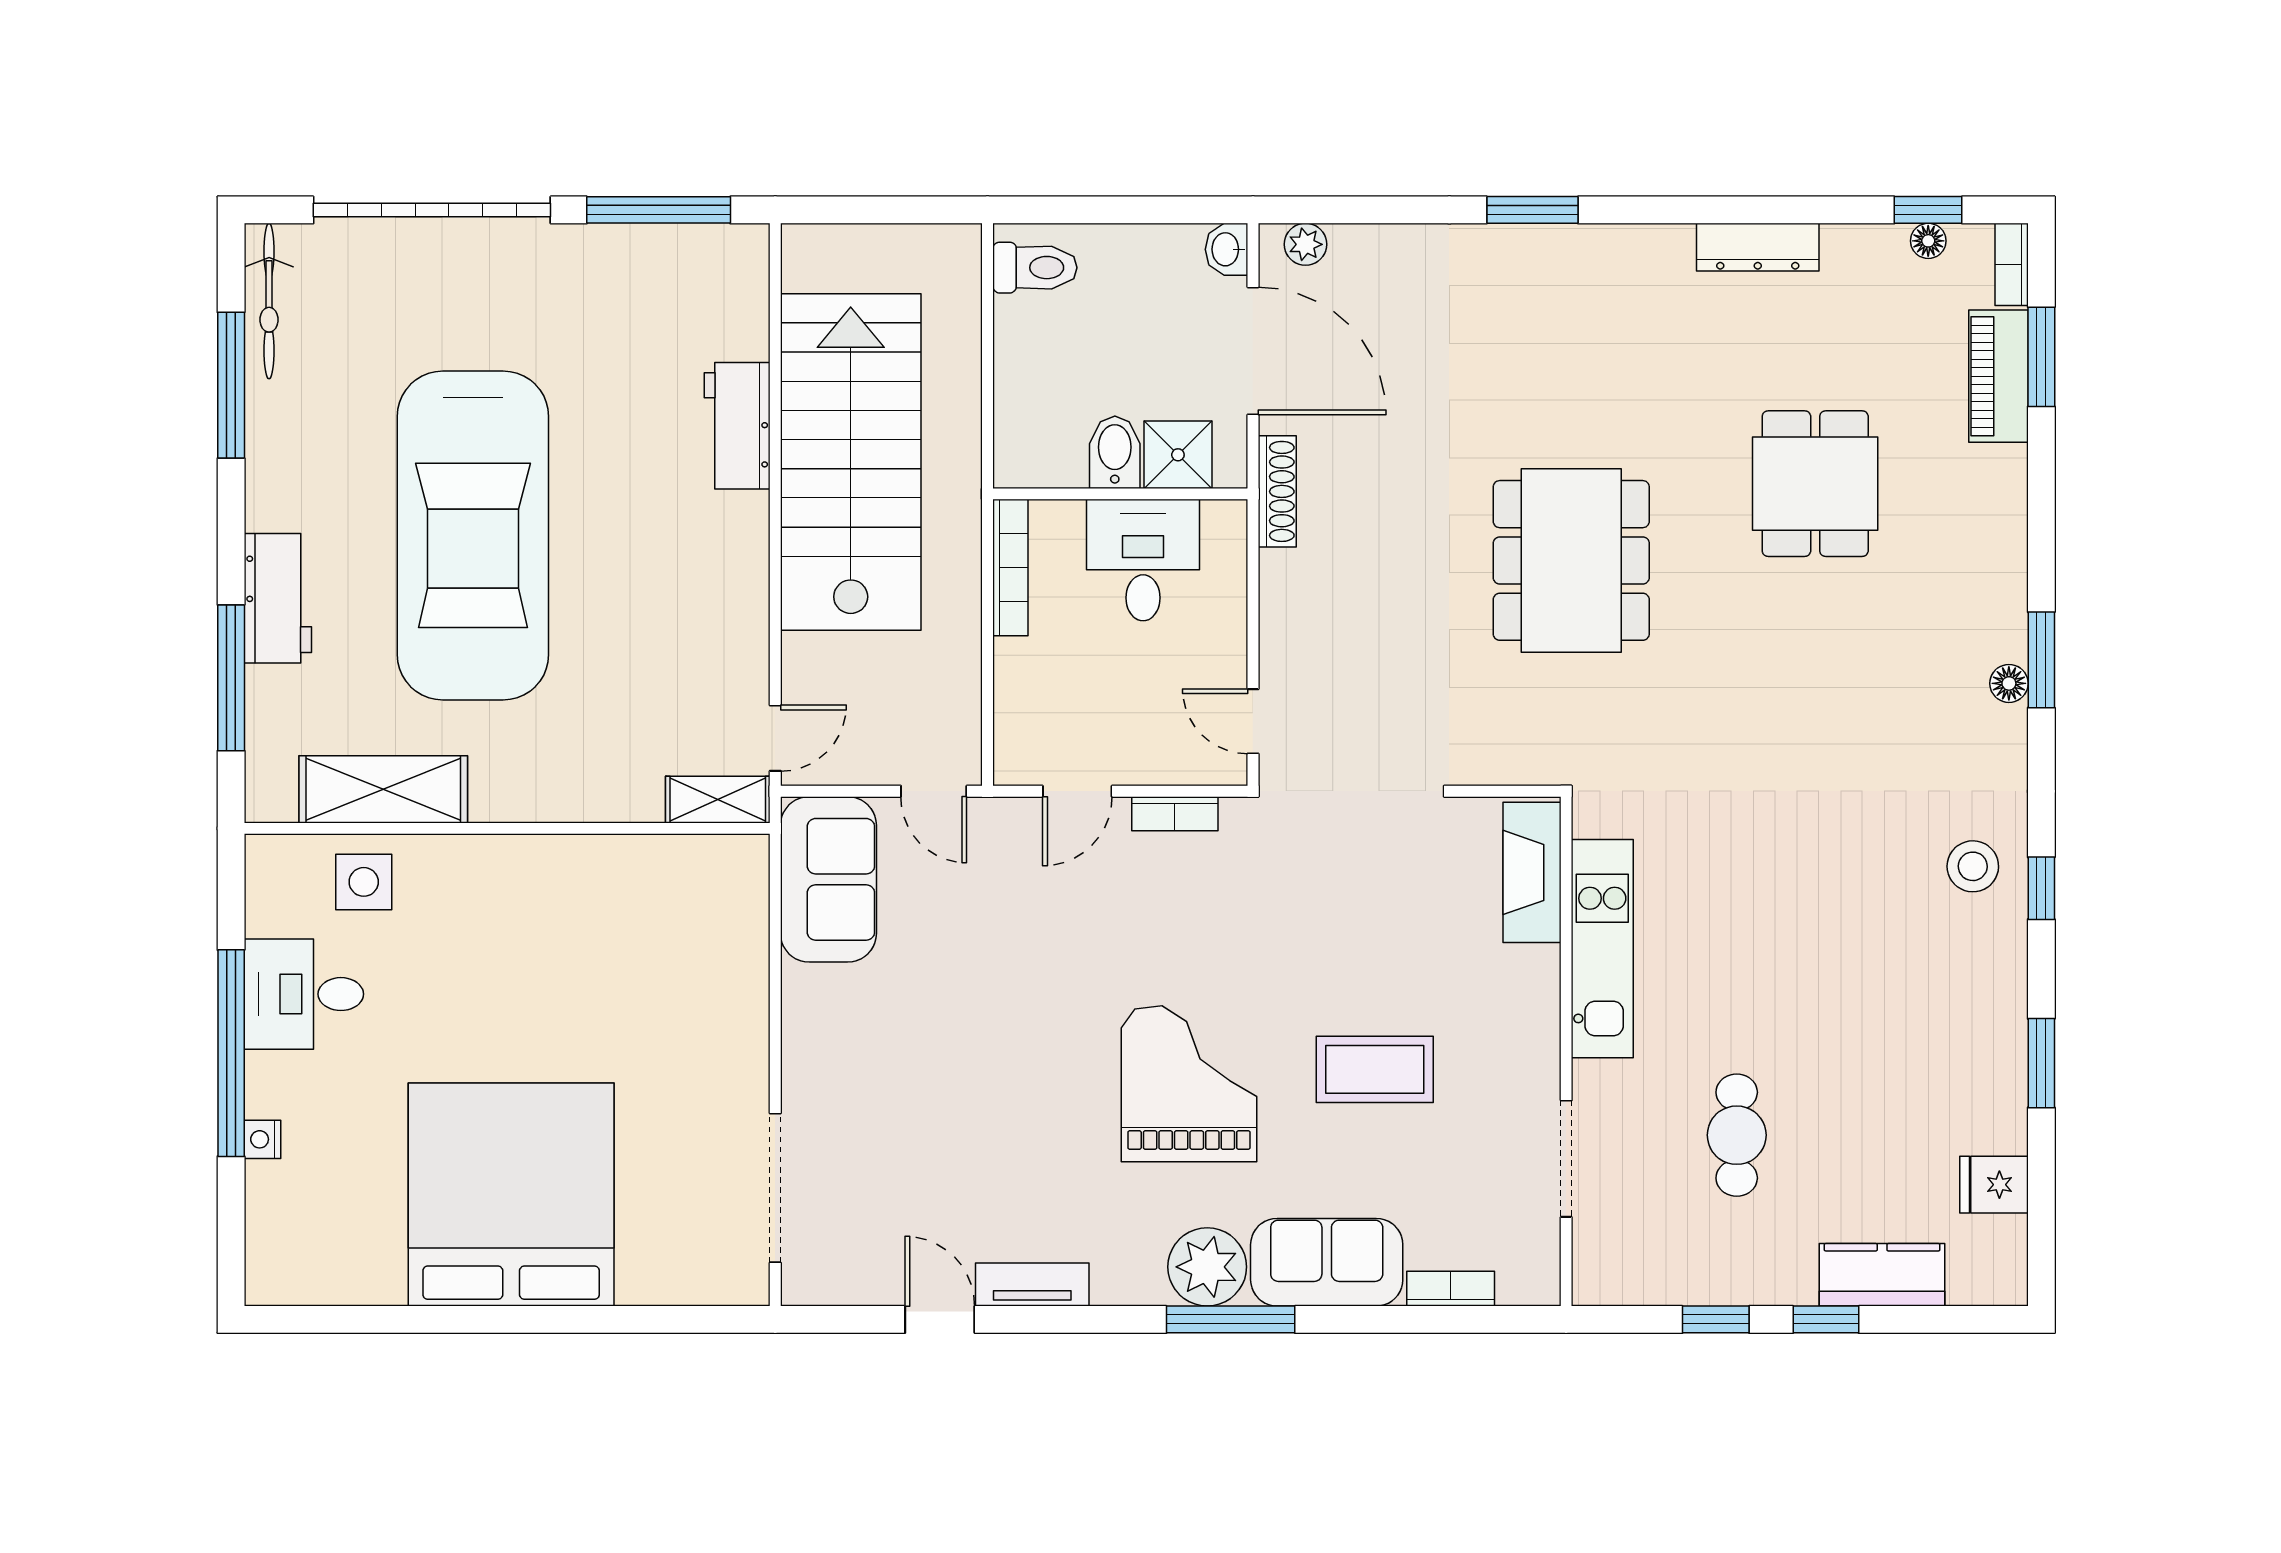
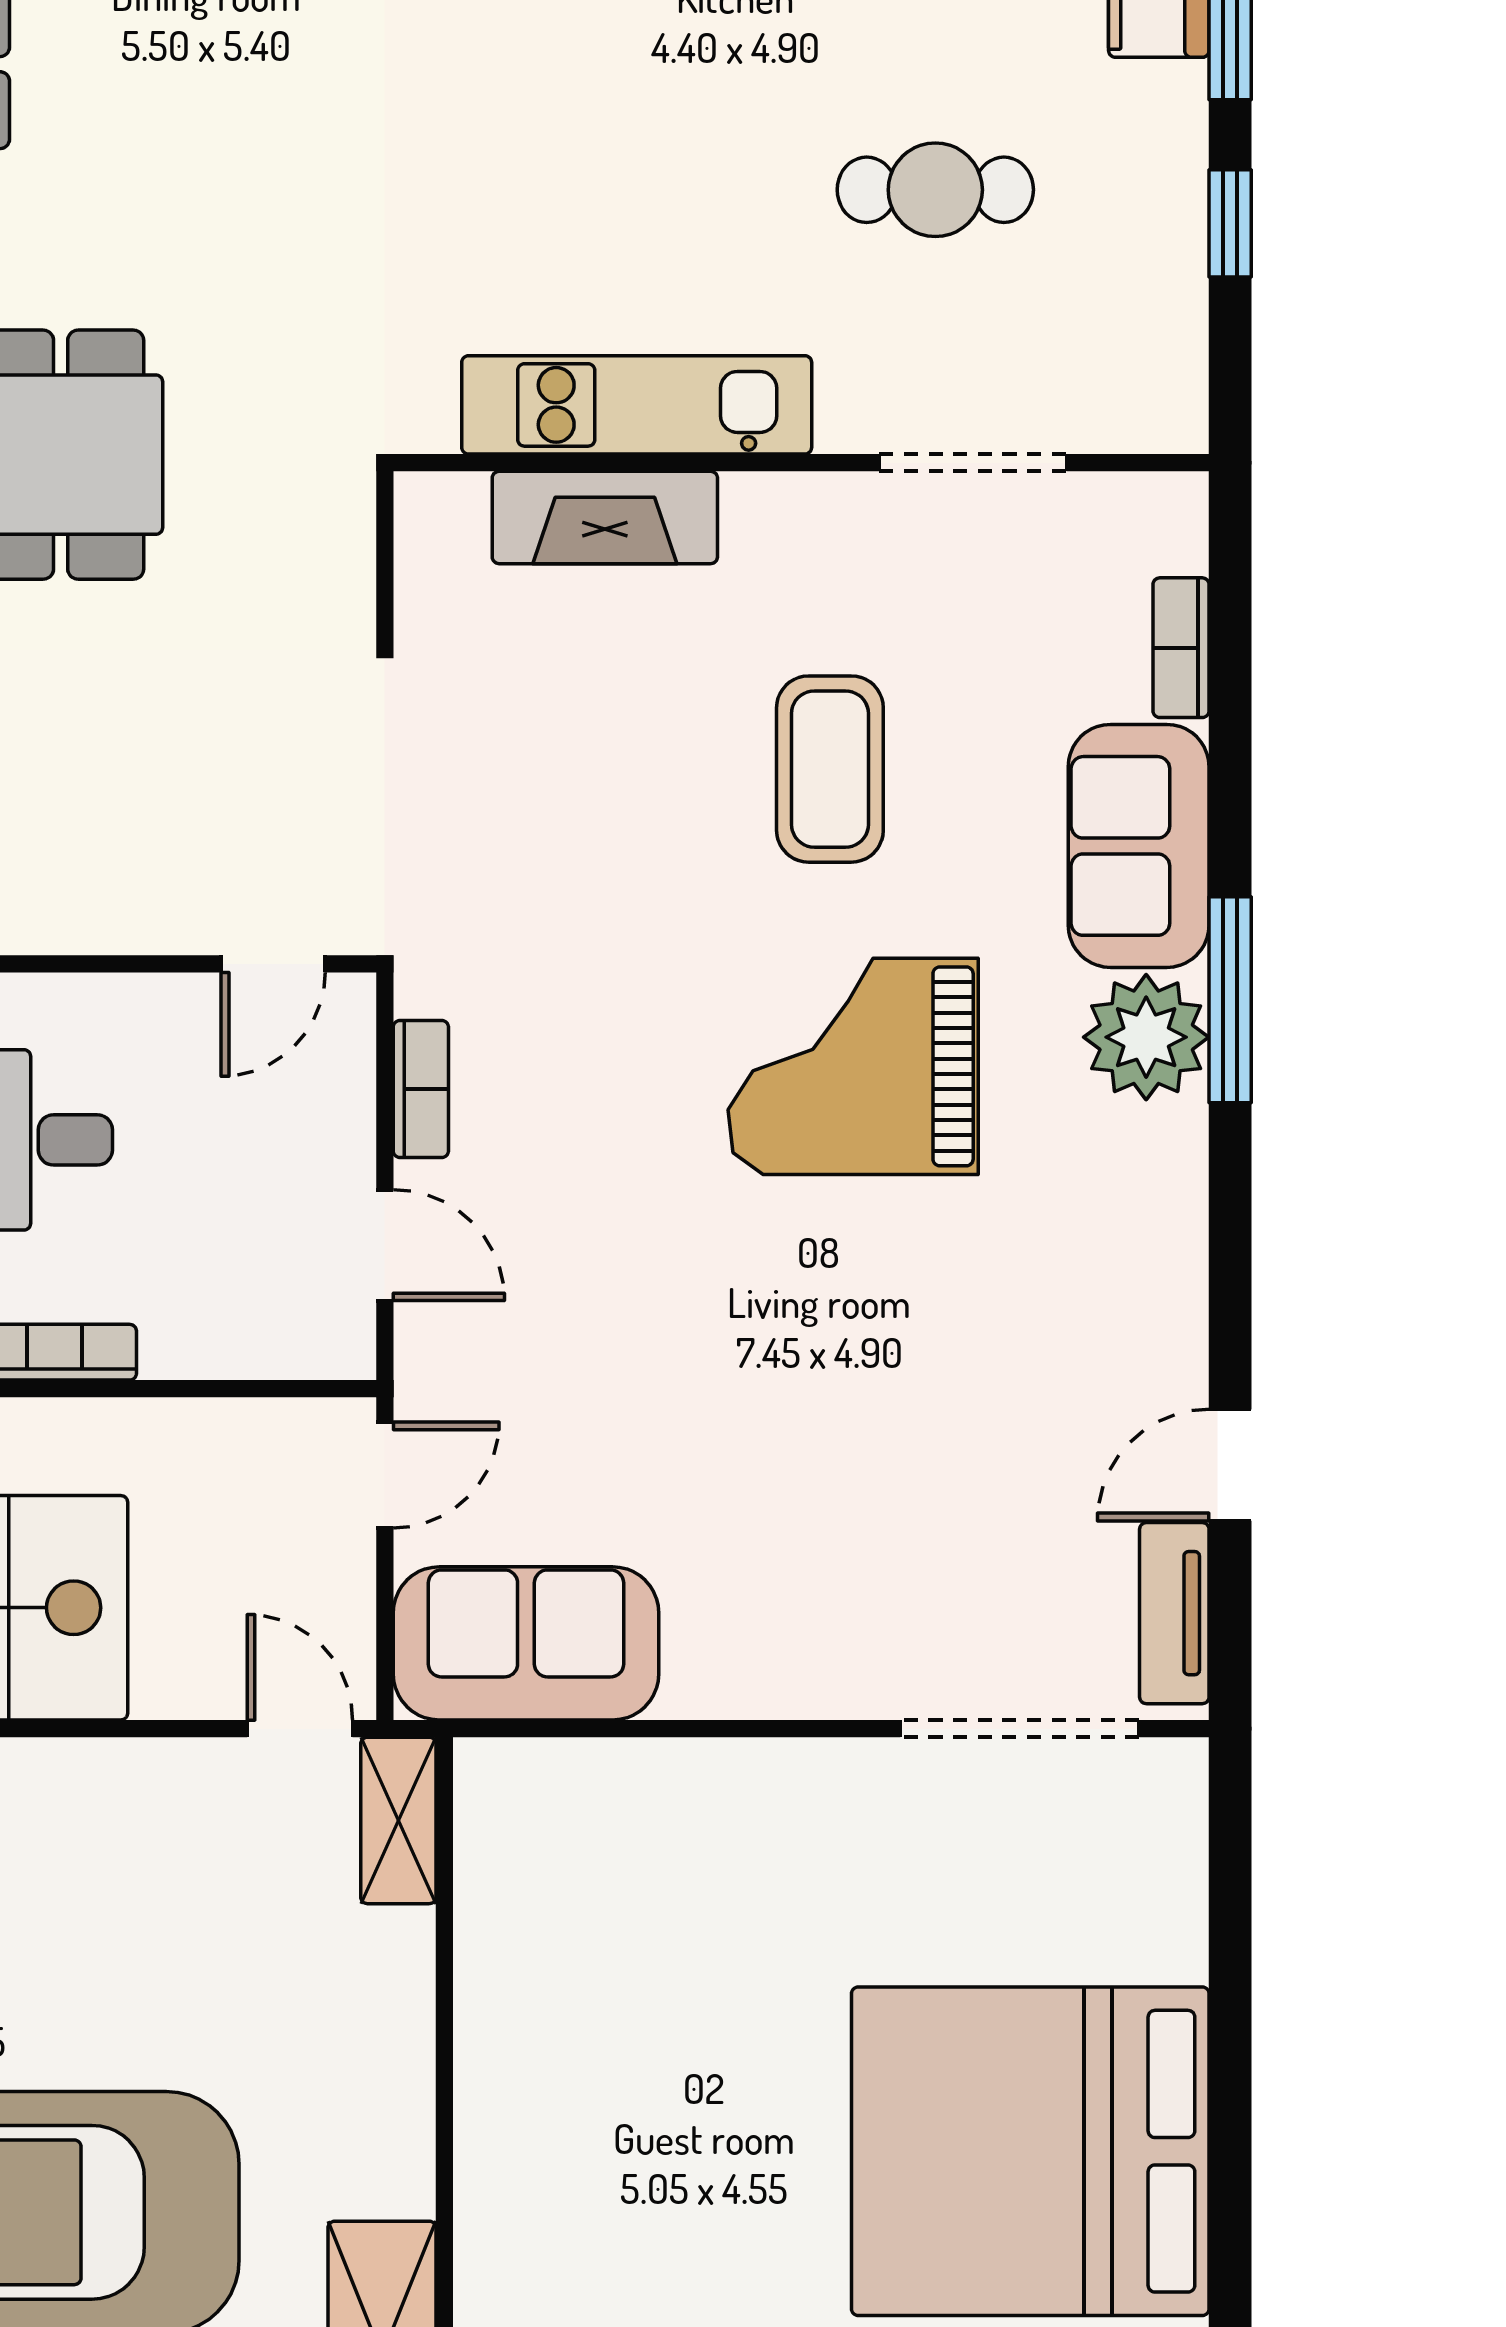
fireplace: (1532, 872) -> (605, 517), moved
tv unit: (1032, 1284) -> (1174, 1613), moved

